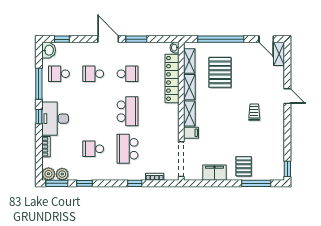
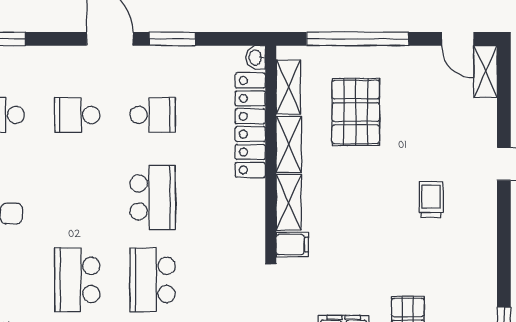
school desk: (93, 149) -> (77, 280), width x1.85

